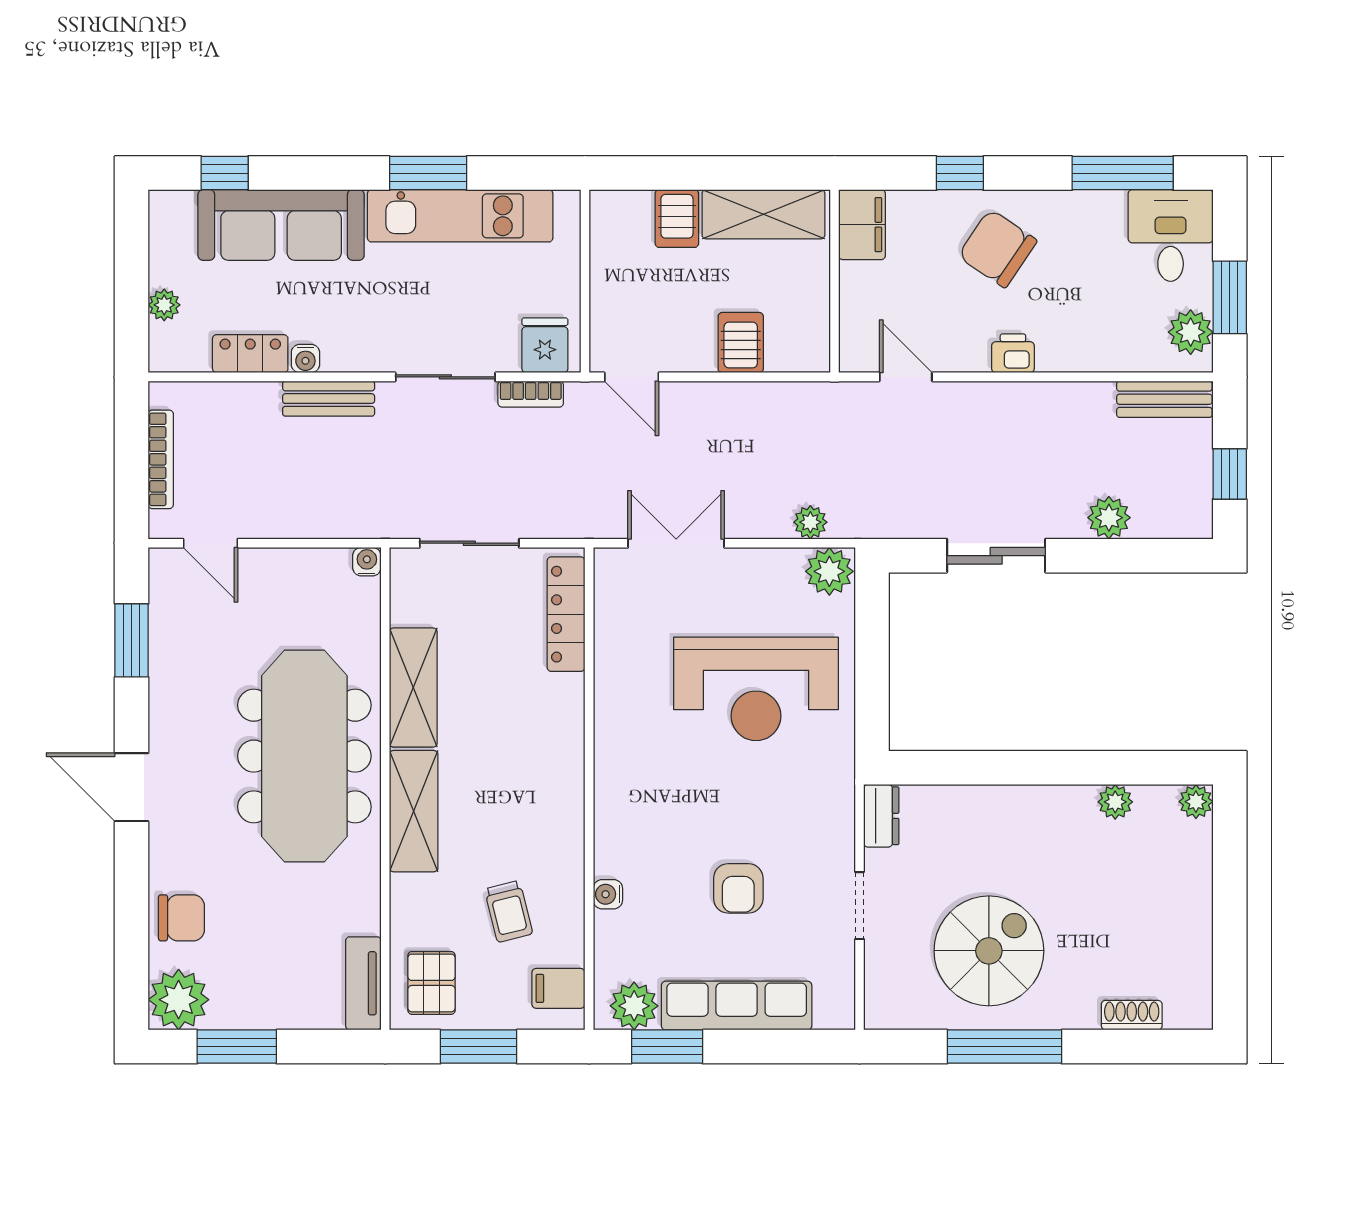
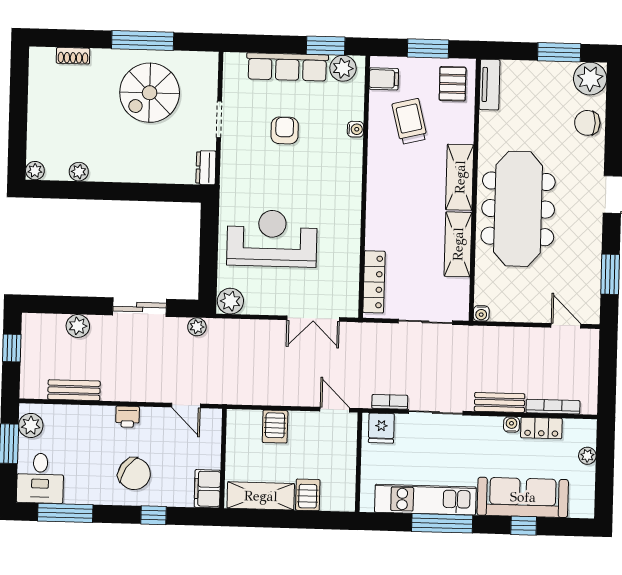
window: (225, 173) -> (524, 526), moved
window: (428, 173) -> (442, 523), width x1.44
bench: (1164, 399) -> (74, 390), moved
bookcase: (161, 459) -> (553, 407), moved, turned 90
plant: (810, 522) -> (197, 327), moved
trolley: (509, 911) -> (410, 121), width x1.36, depth x1.39

